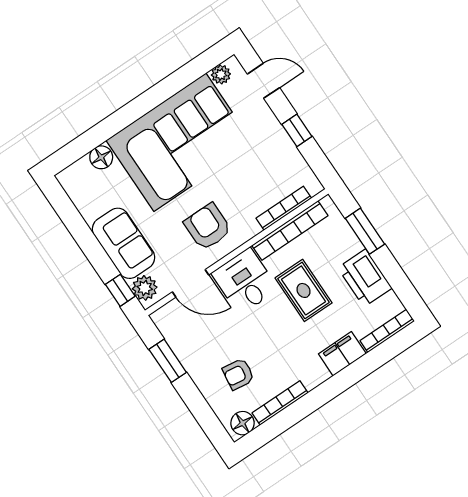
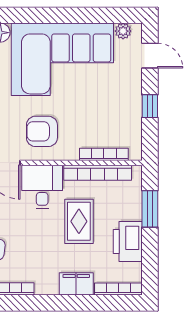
armchair: (208, 227) -> (42, 131), turned -90

